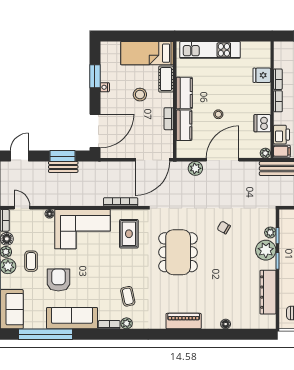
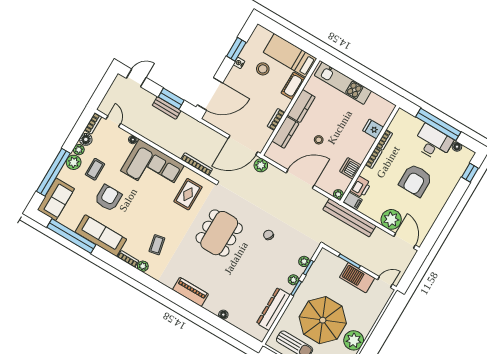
stool: (140, 95) -> (263, 69), moved
plant: (195, 168) -> (261, 165), moved
plant: (266, 250) -> (293, 280), width x0.53, depth x0.53

